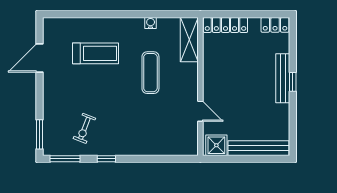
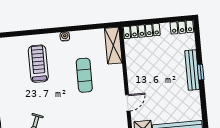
water cooler: (151, 23) -> (65, 36), moved
treadmill: (96, 53) -> (38, 64), turned -90
door: (200, 111) -> (128, 103), hinge flipped

